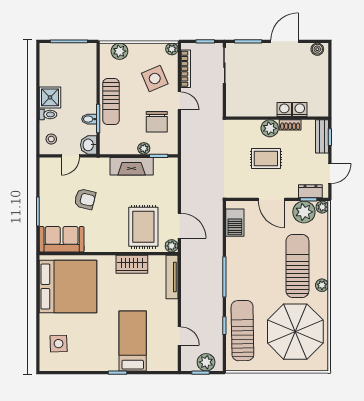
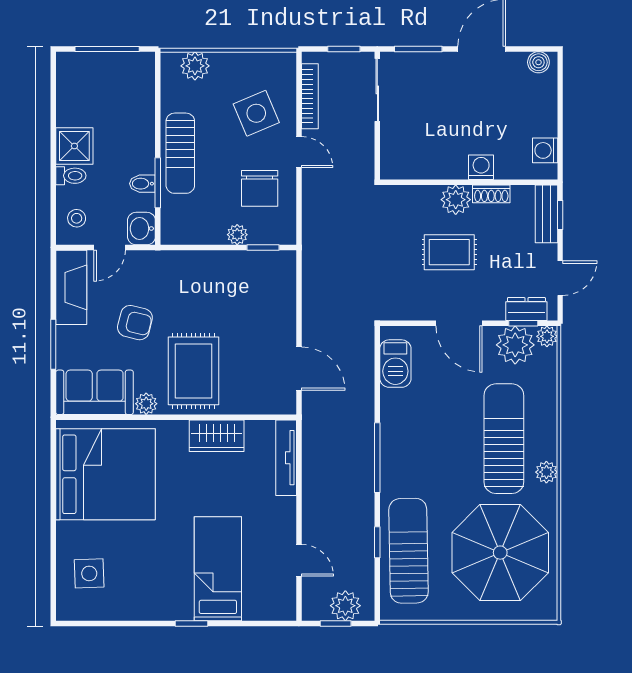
plant: (172, 49) -> (286, 62), removed
washing machine: (300, 110) -> (545, 150), moved, turned -90
fireplace: (132, 166) -> (71, 287), moved, turned -90
rug: (143, 227) -> (193, 371), moved
plant: (172, 246) -> (146, 404), moved

